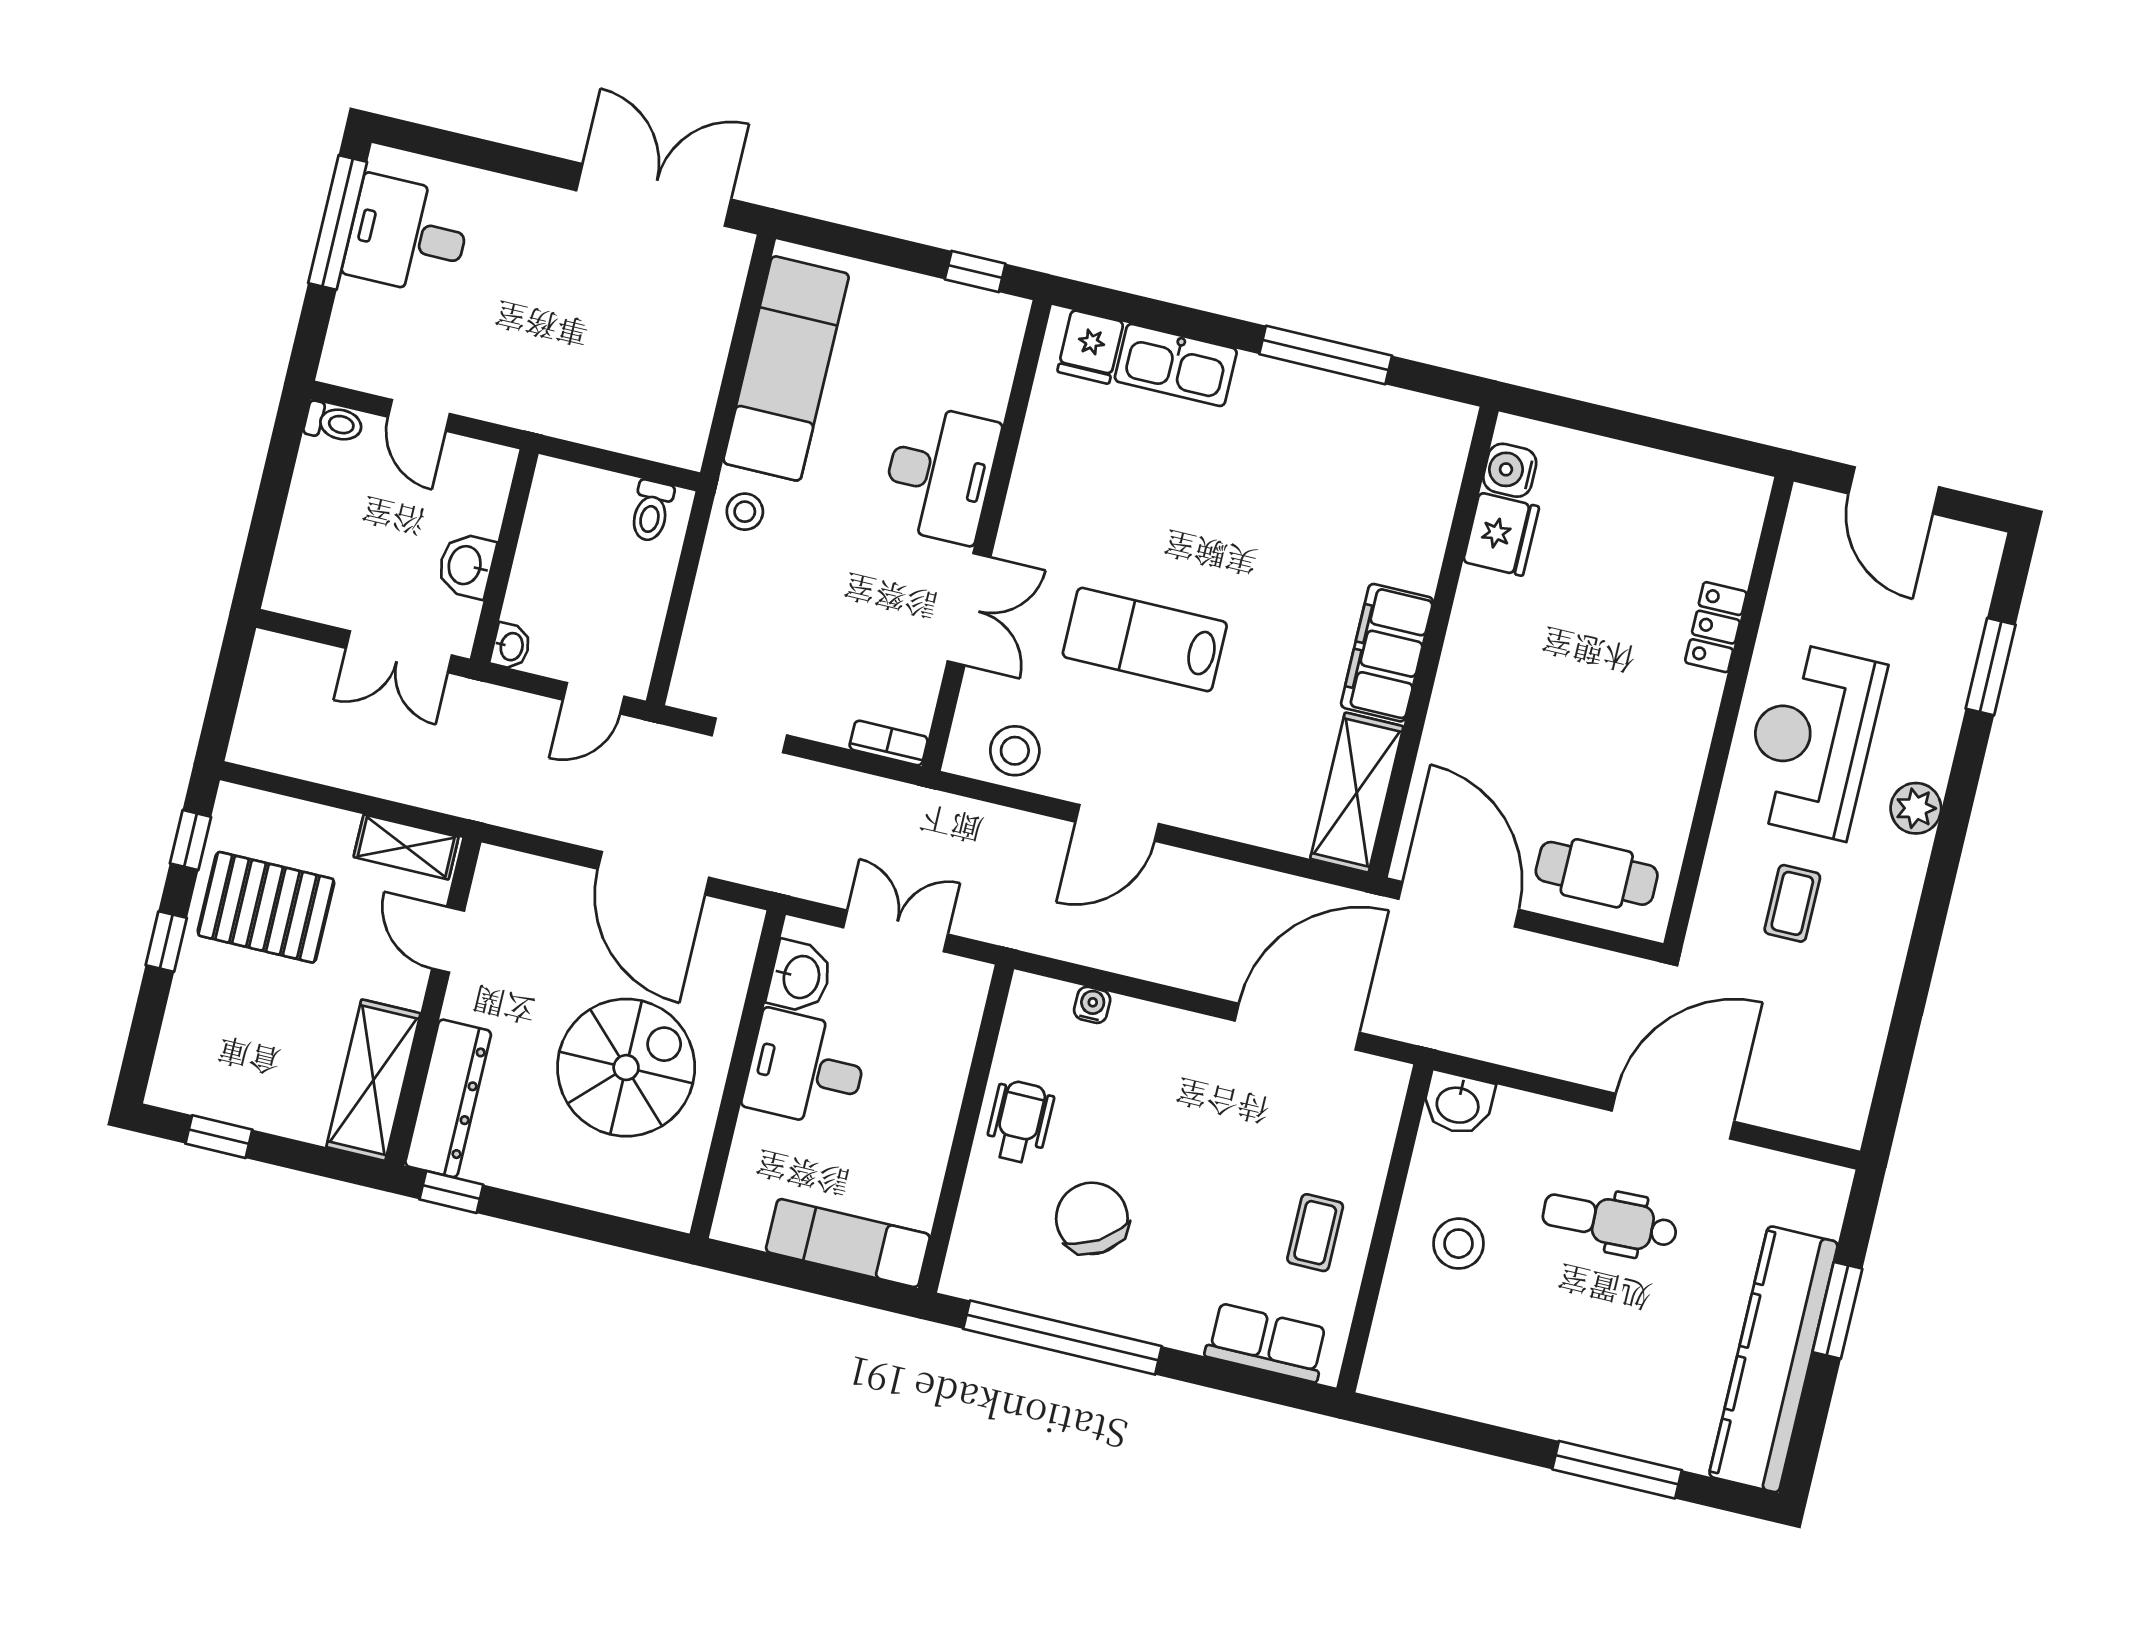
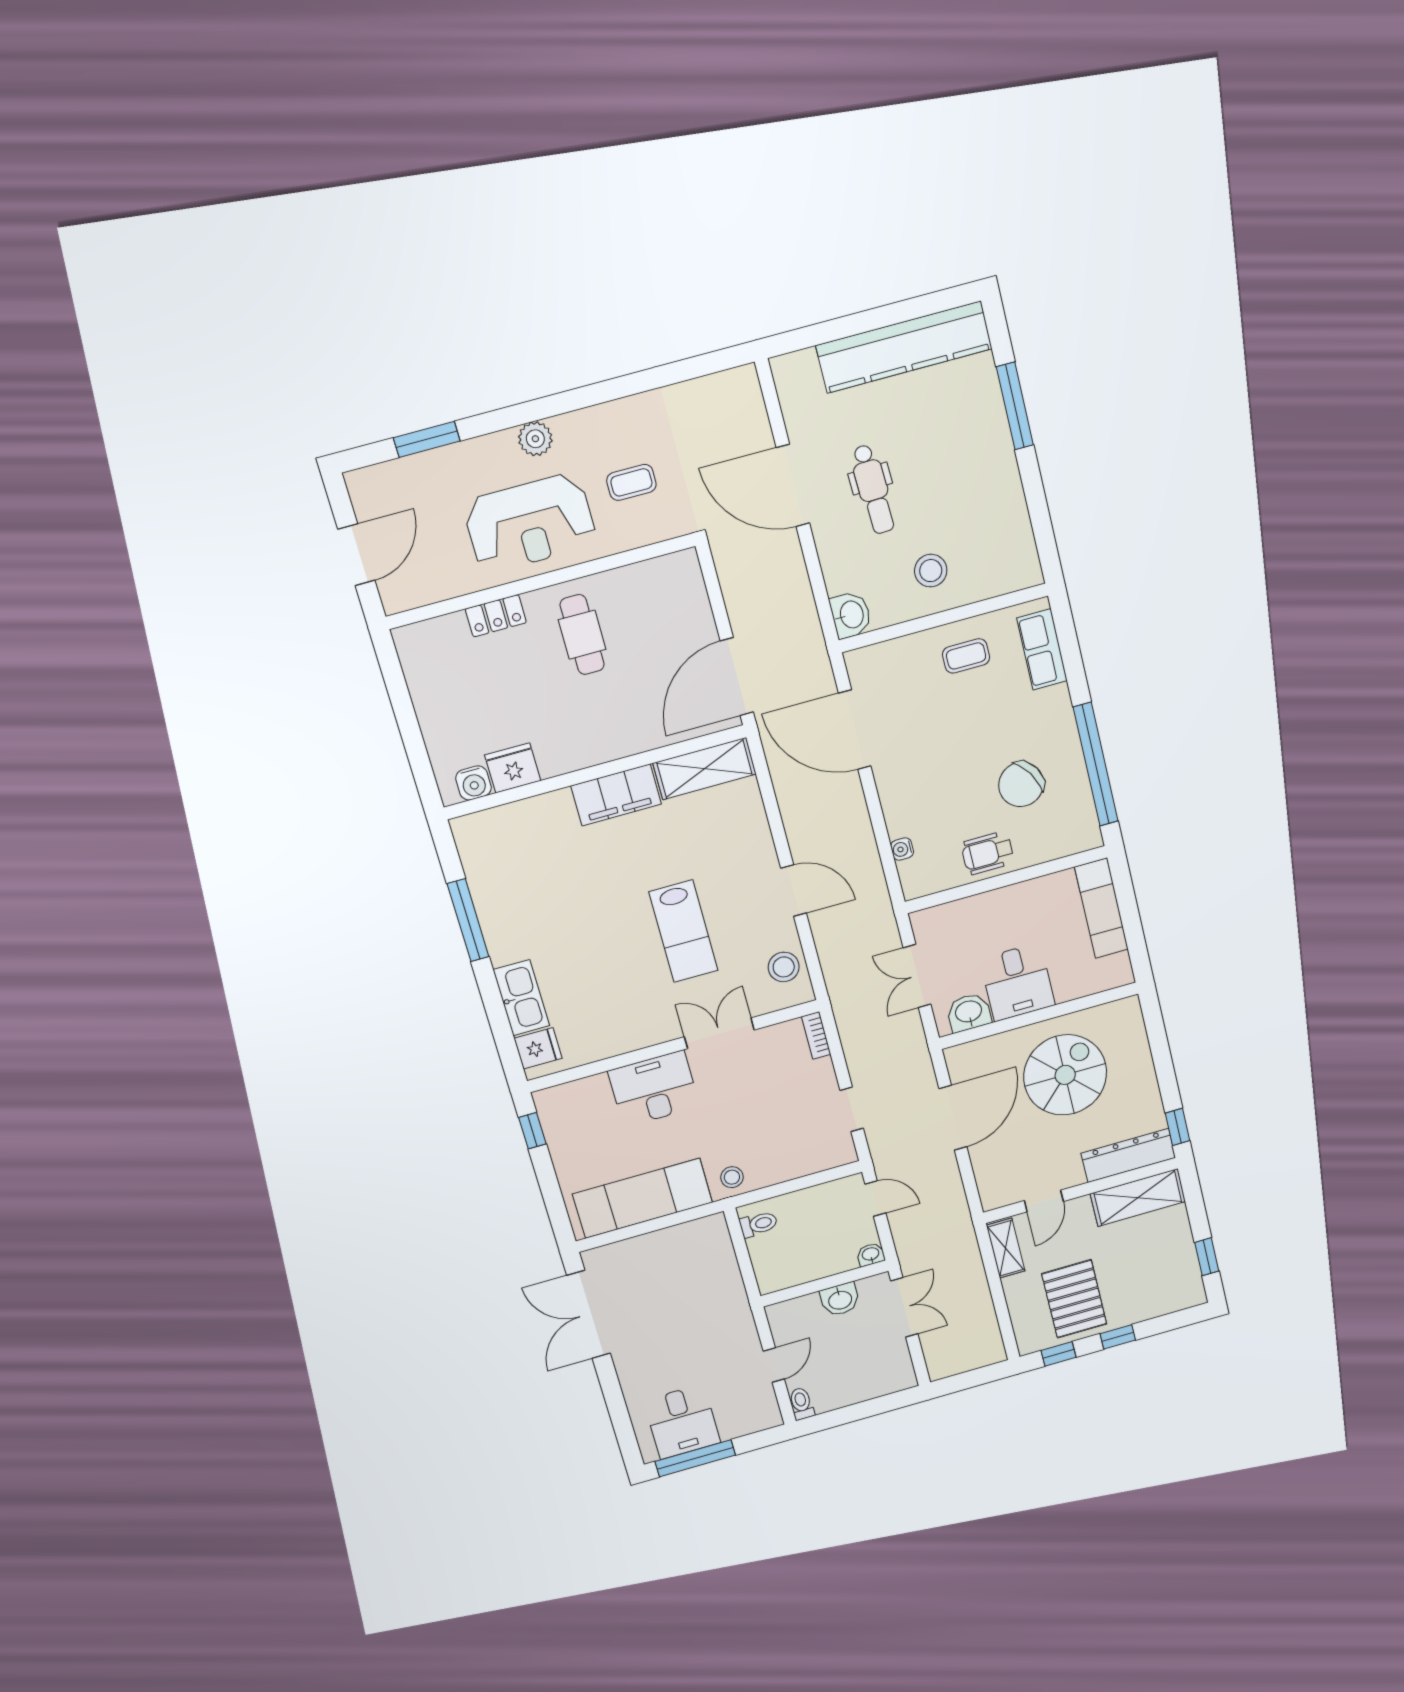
cafe table: (1597, 873) -> (582, 635), moved
spiral stairs: (626, 1068) -> (1065, 1075), turned 90
window: (1837, 1310) -> (856, 324), removed

